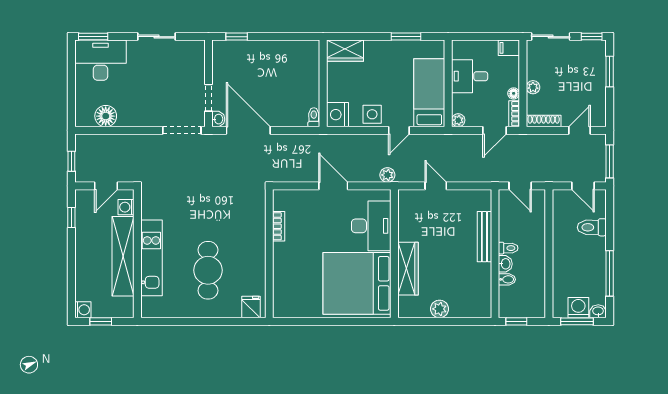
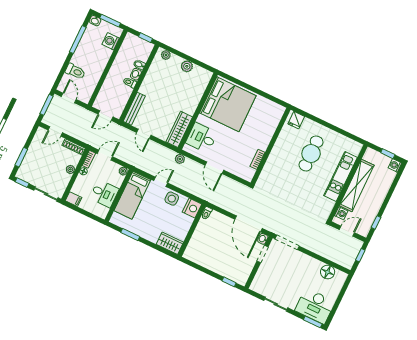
door: (436, 186) -> (144, 134), moved
door: (520, 186) -> (105, 116), swing flipped
desk: (371, 226) -> (202, 138), width x0.73
bench: (484, 237) -> (134, 109), moved
wardrobe: (408, 269) -> (179, 129), moved
washing machine: (578, 308) -> (111, 41), moved, turned 90
plant: (476, 311) -> (166, 55), added

